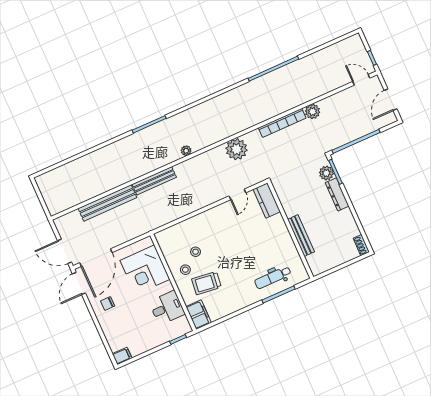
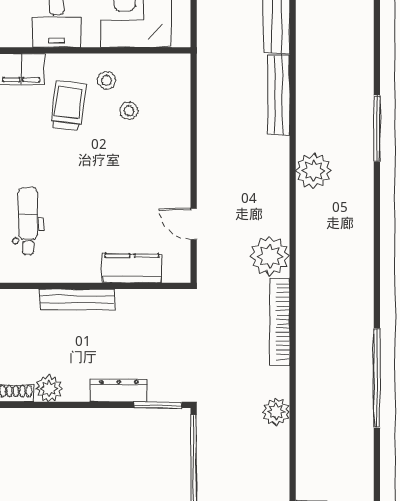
bookcase: (282, 123) -> (280, 322), moved
plant: (186, 151) -> (313, 171), width x1.88, depth x1.88
plant: (326, 173) -> (49, 389), moved
kitchen counter: (267, 200) -> (132, 268), moved

